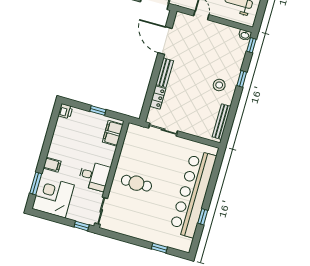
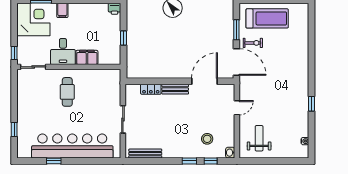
window: (251, 45) -> (211, 161), moved
stool: (219, 85) -> (207, 139), moved
sliding door: (163, 130) -> (123, 119), moved
filing cabinet: (113, 133) -> (87, 57), moved

